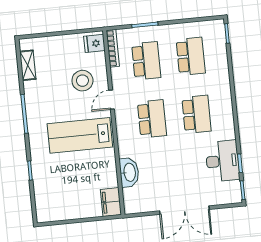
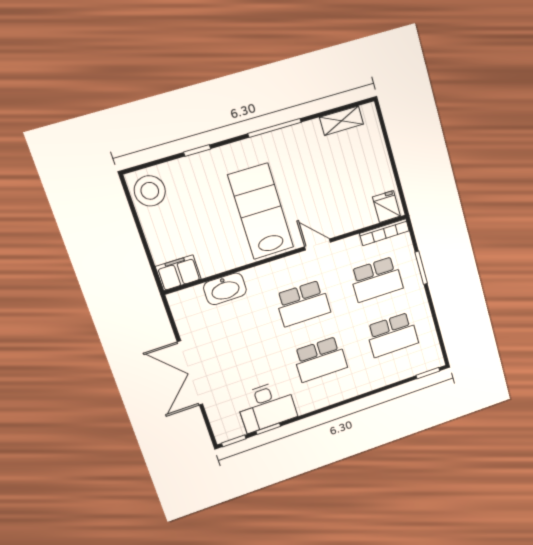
stool: (82, 81) -> (150, 191), moved

